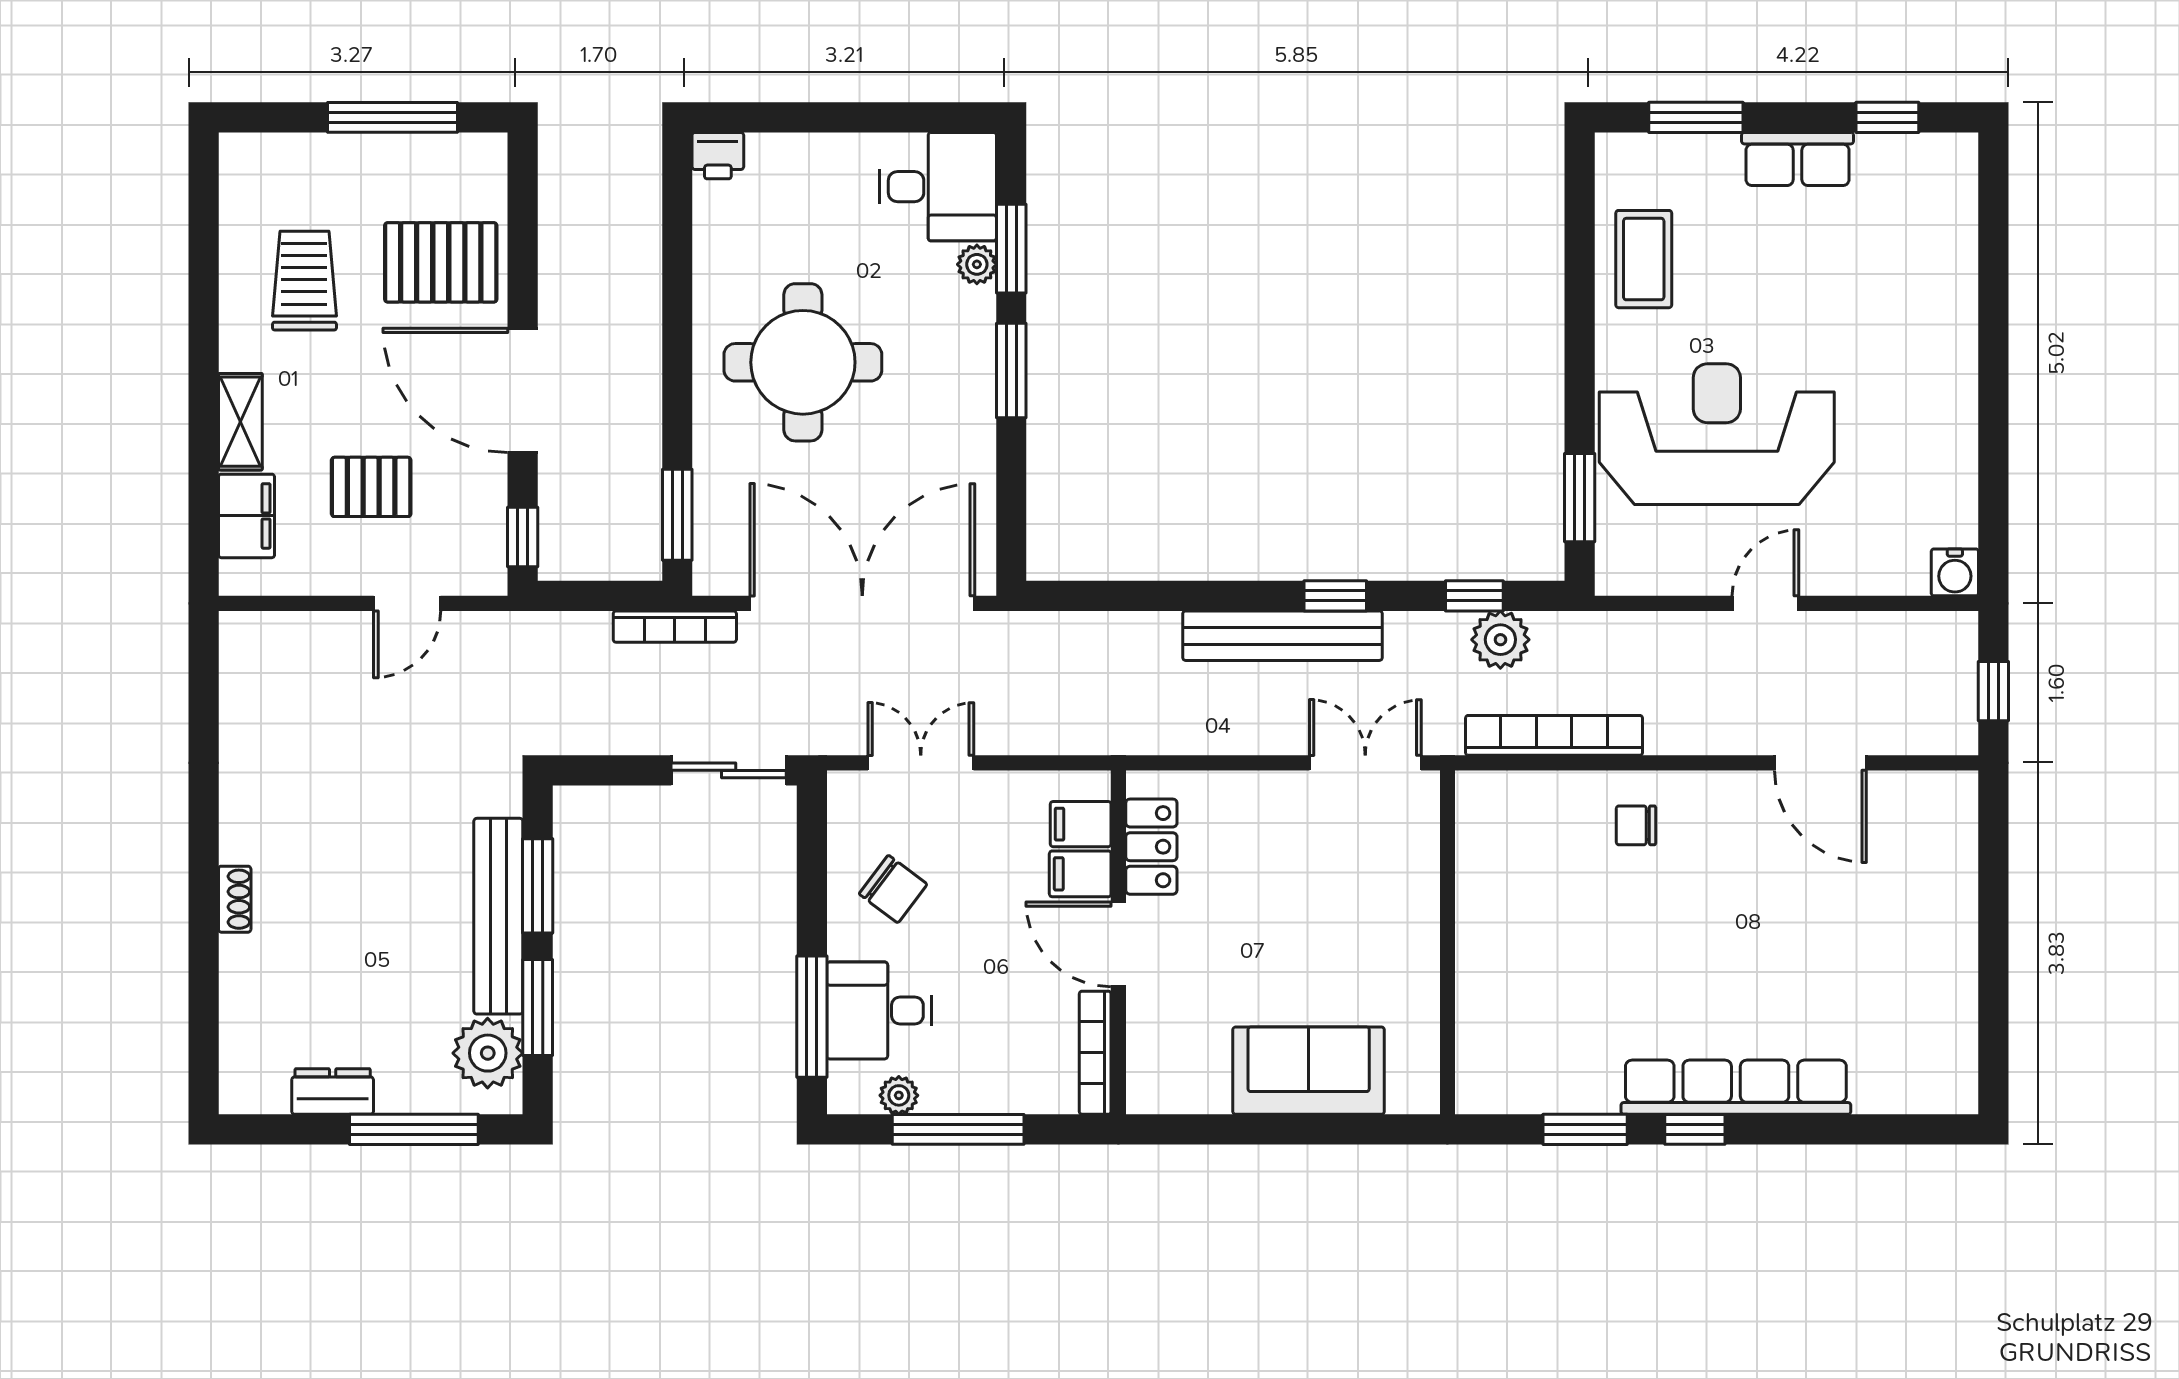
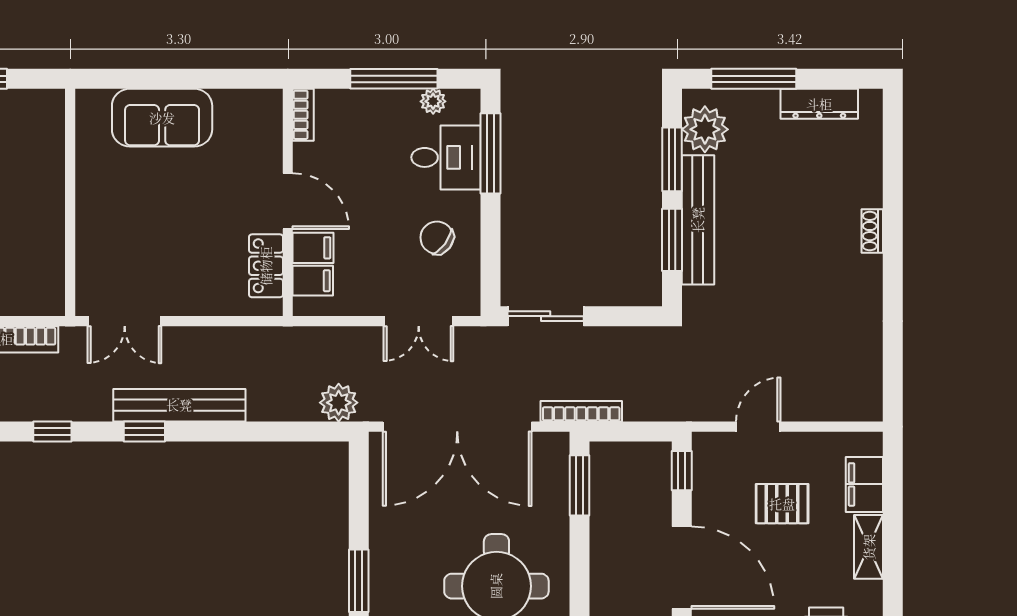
plant: (1500, 640) -> (339, 403), moved
bookcase: (1095, 1053) -> (303, 115), width x0.64
dresser: (333, 1092) -> (819, 104), width x1.44

